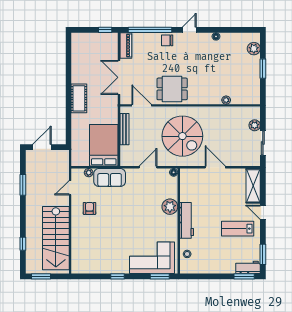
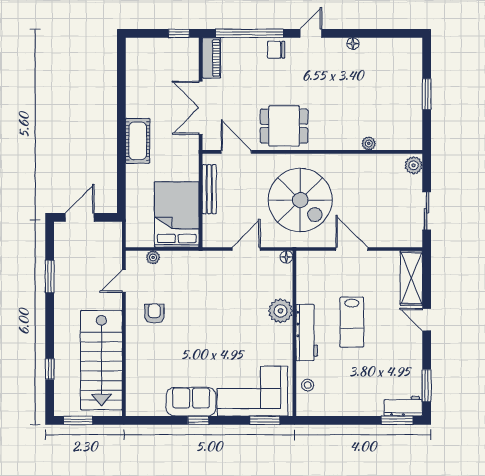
plant: (254, 49) -> (412, 63), removed
plant: (255, 125) -> (414, 165), moved
sofa: (110, 178) -> (191, 402), moved, turned 180
lab bench: (238, 229) -> (352, 322), moved, turned -90

